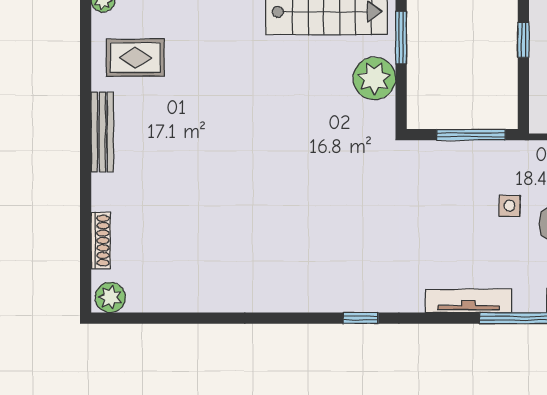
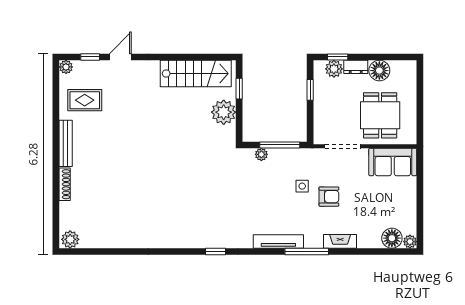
window: (401, 38) -> (239, 89), width x0.67
plant: (439, 151) -> (261, 154), added
shoe rack: (101, 240) -> (65, 184), moved

